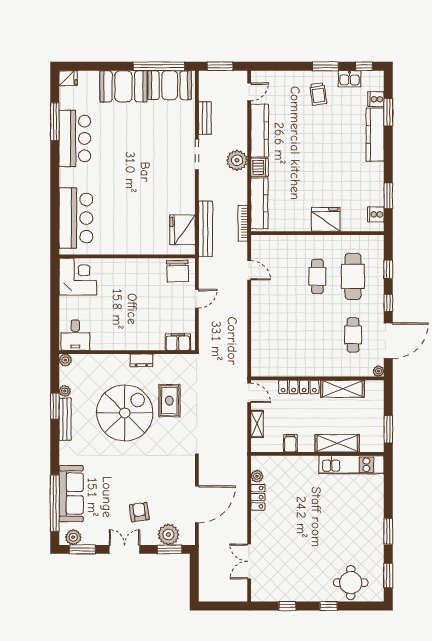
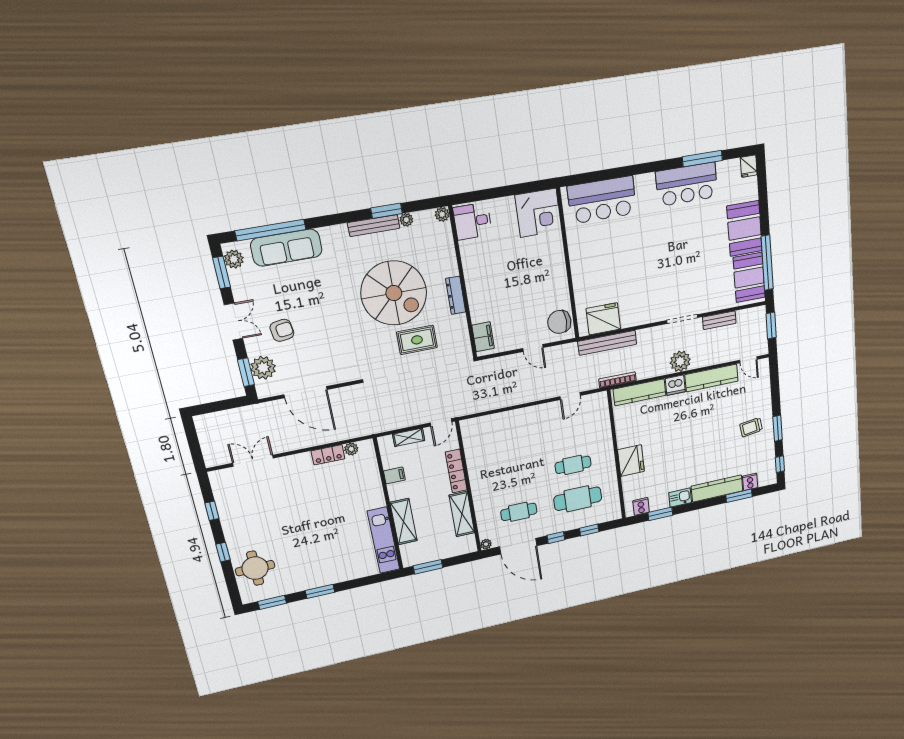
kitchen sink: (350, 79) -> (680, 498), moved, turned 90
dresser: (141, 360) -> (456, 295), width x1.44

